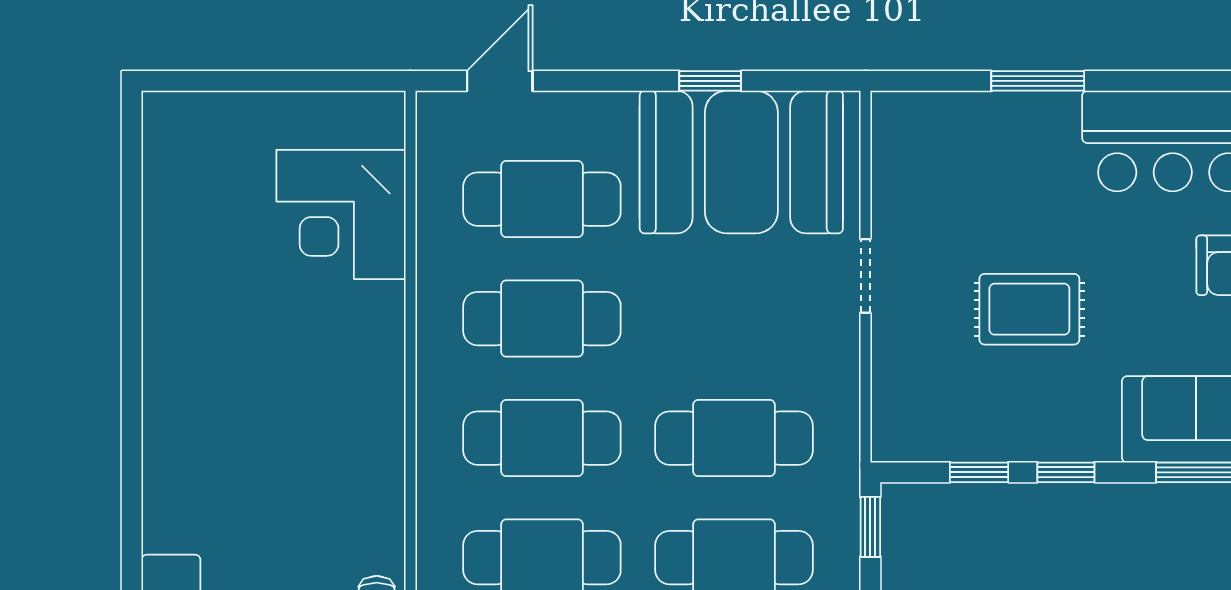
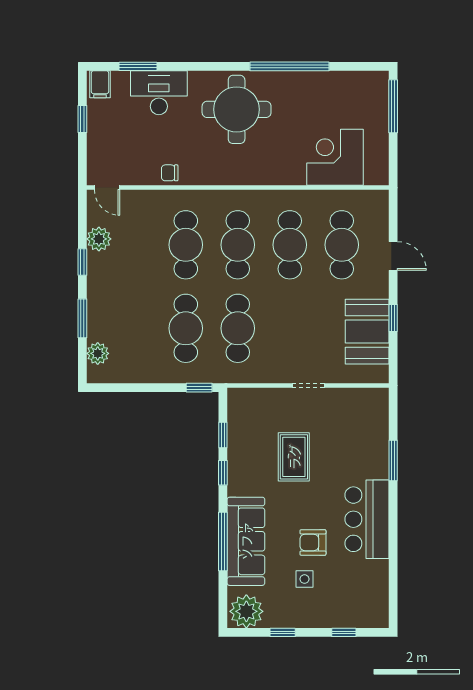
window: (223, 81) -> (393, 106), added
door: (500, 81) -> (393, 256), moved
booth: (741, 162) -> (367, 332), width x0.73, depth x0.70
window: (132, 319) -> (290, 66), added
round table: (231, 441) -> (237, 109), added

